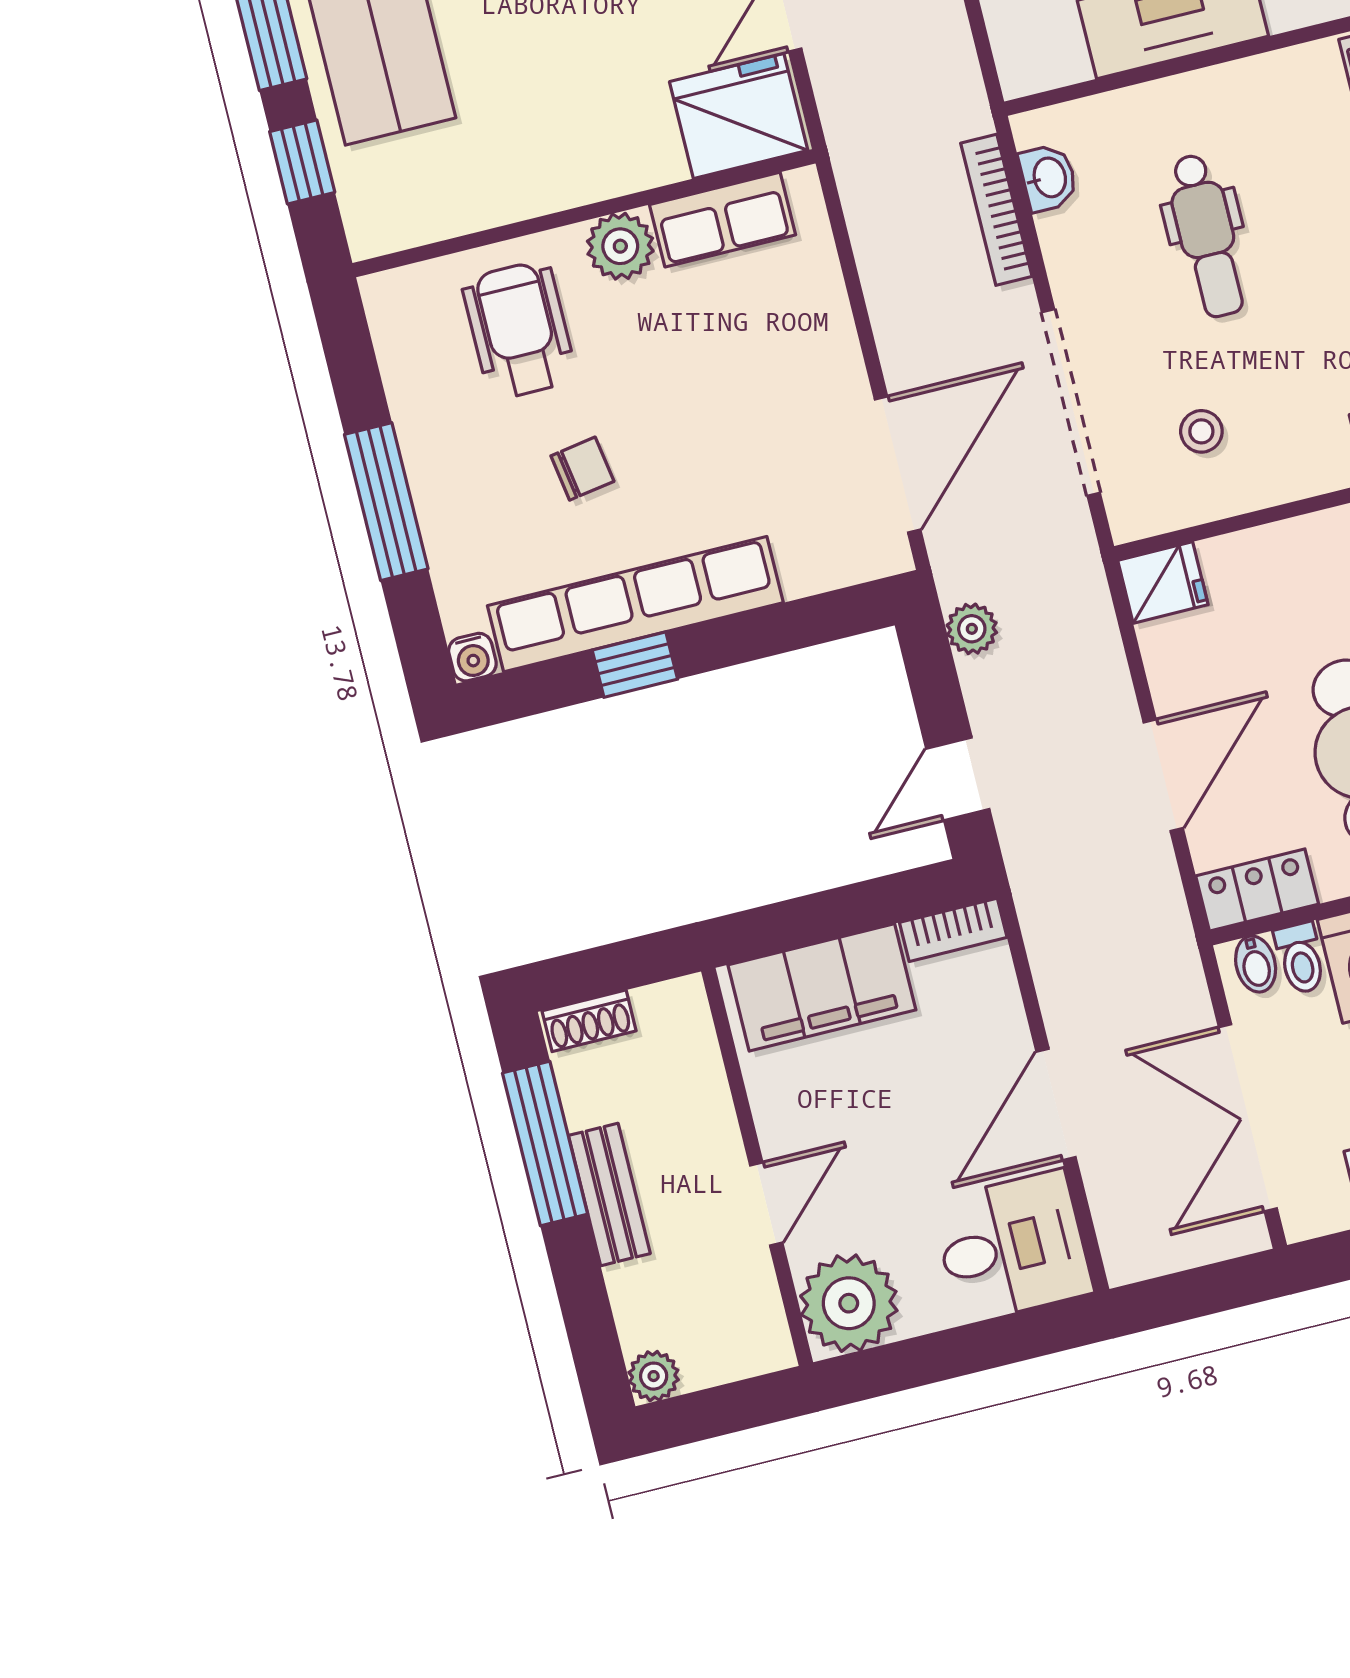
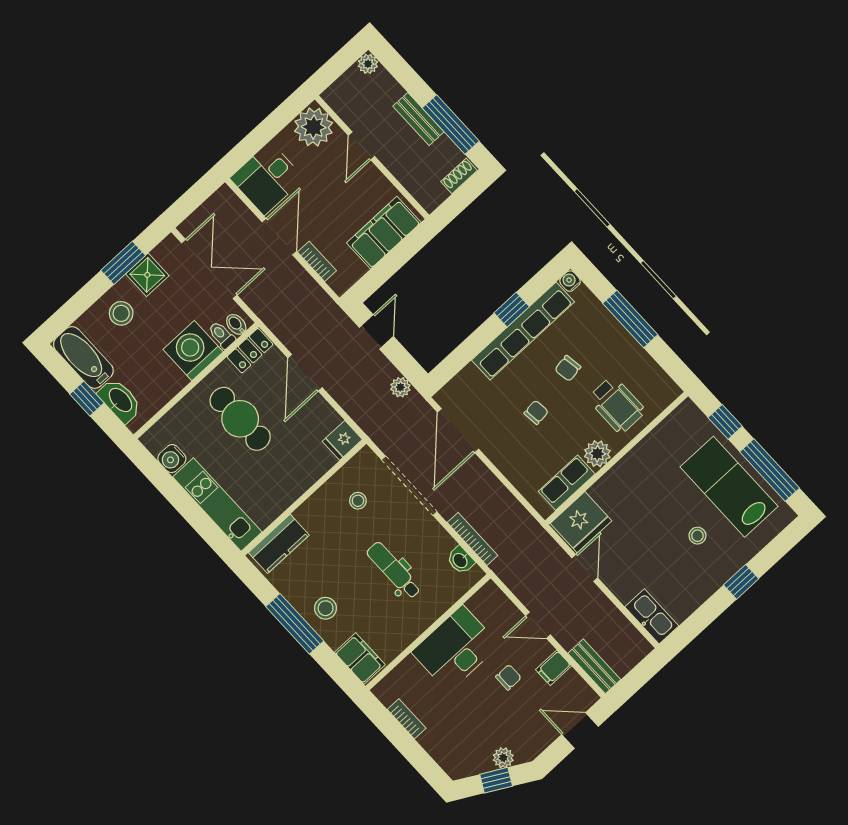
chair: (705, 410) -> (536, 412), added
bookcase: (953, 930) -> (317, 261), moved, turned 90

